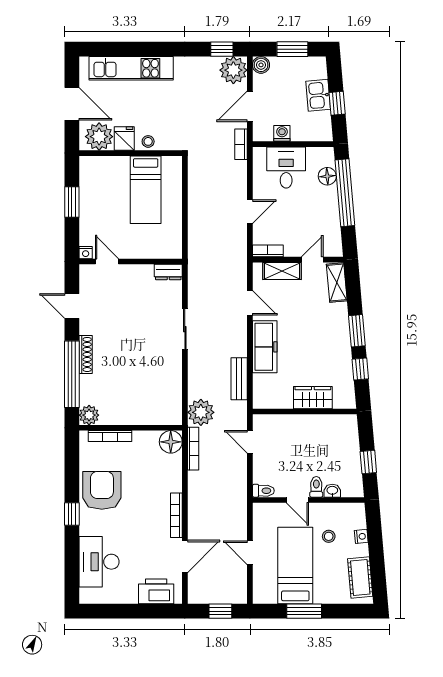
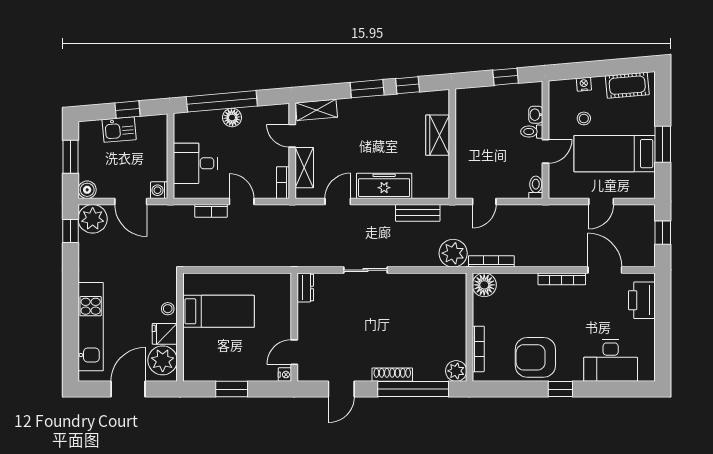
washing machine: (282, 133) -> (159, 190), moved
bookcase: (241, 144) -> (211, 211), moved
floor lamp: (327, 176) -> (232, 118), moved

